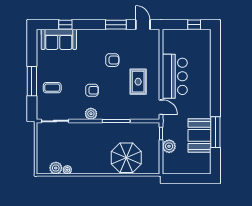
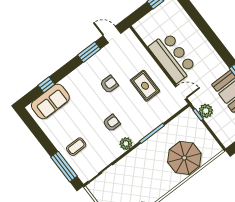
window: (32, 81) -> (64, 167), moved
plant: (169, 146) -> (206, 111), moved

